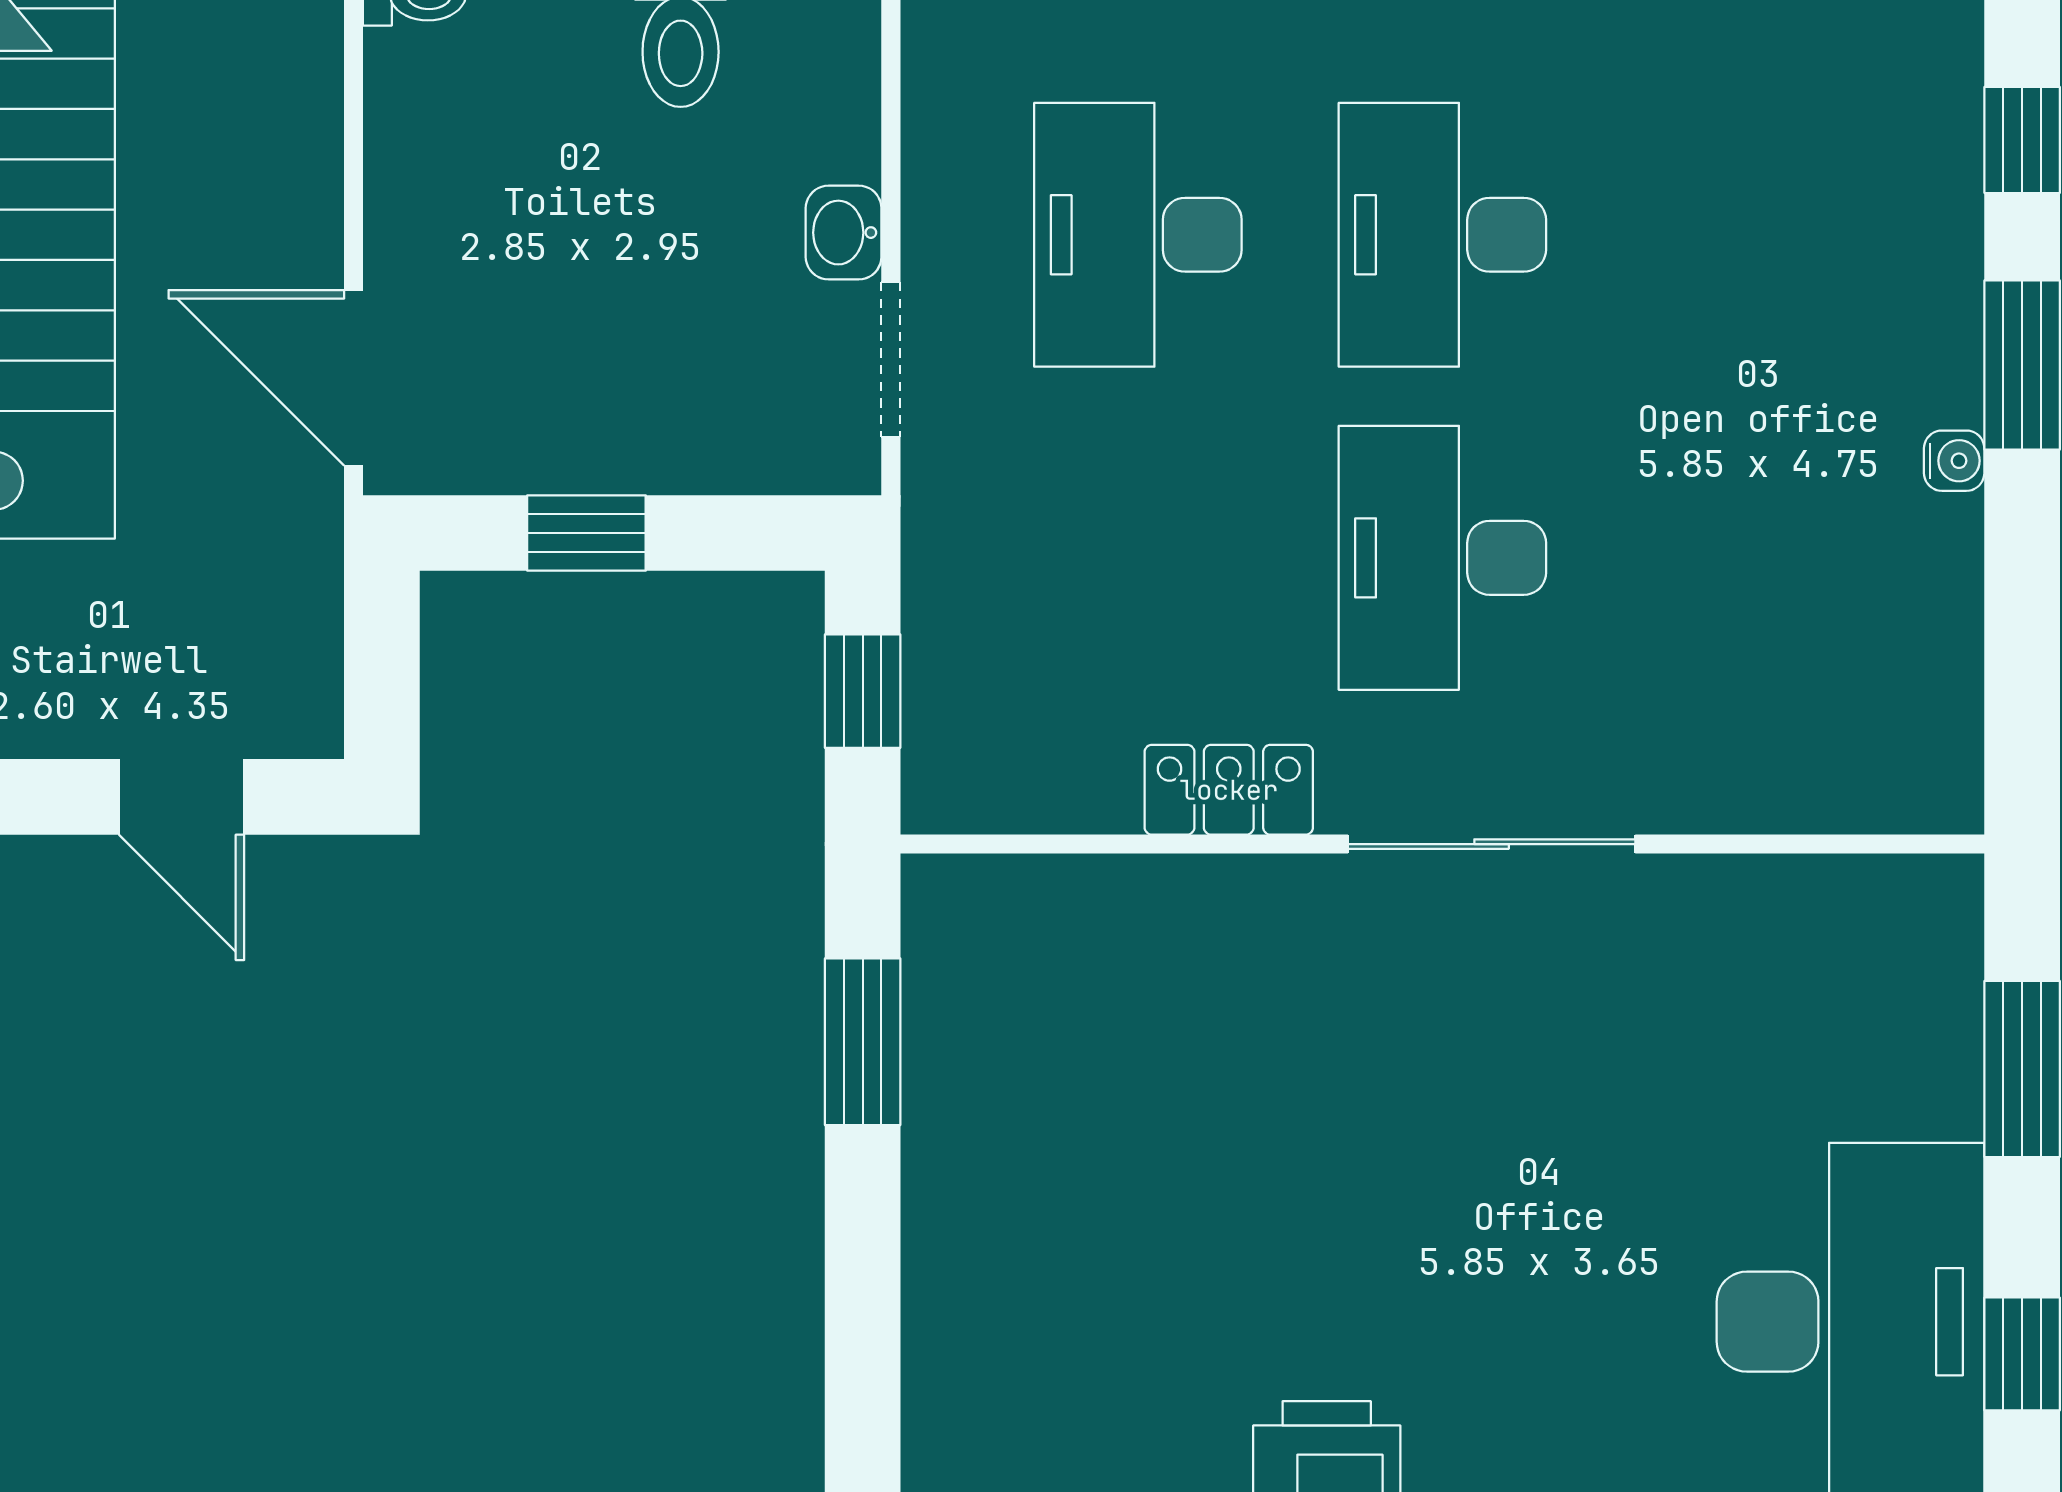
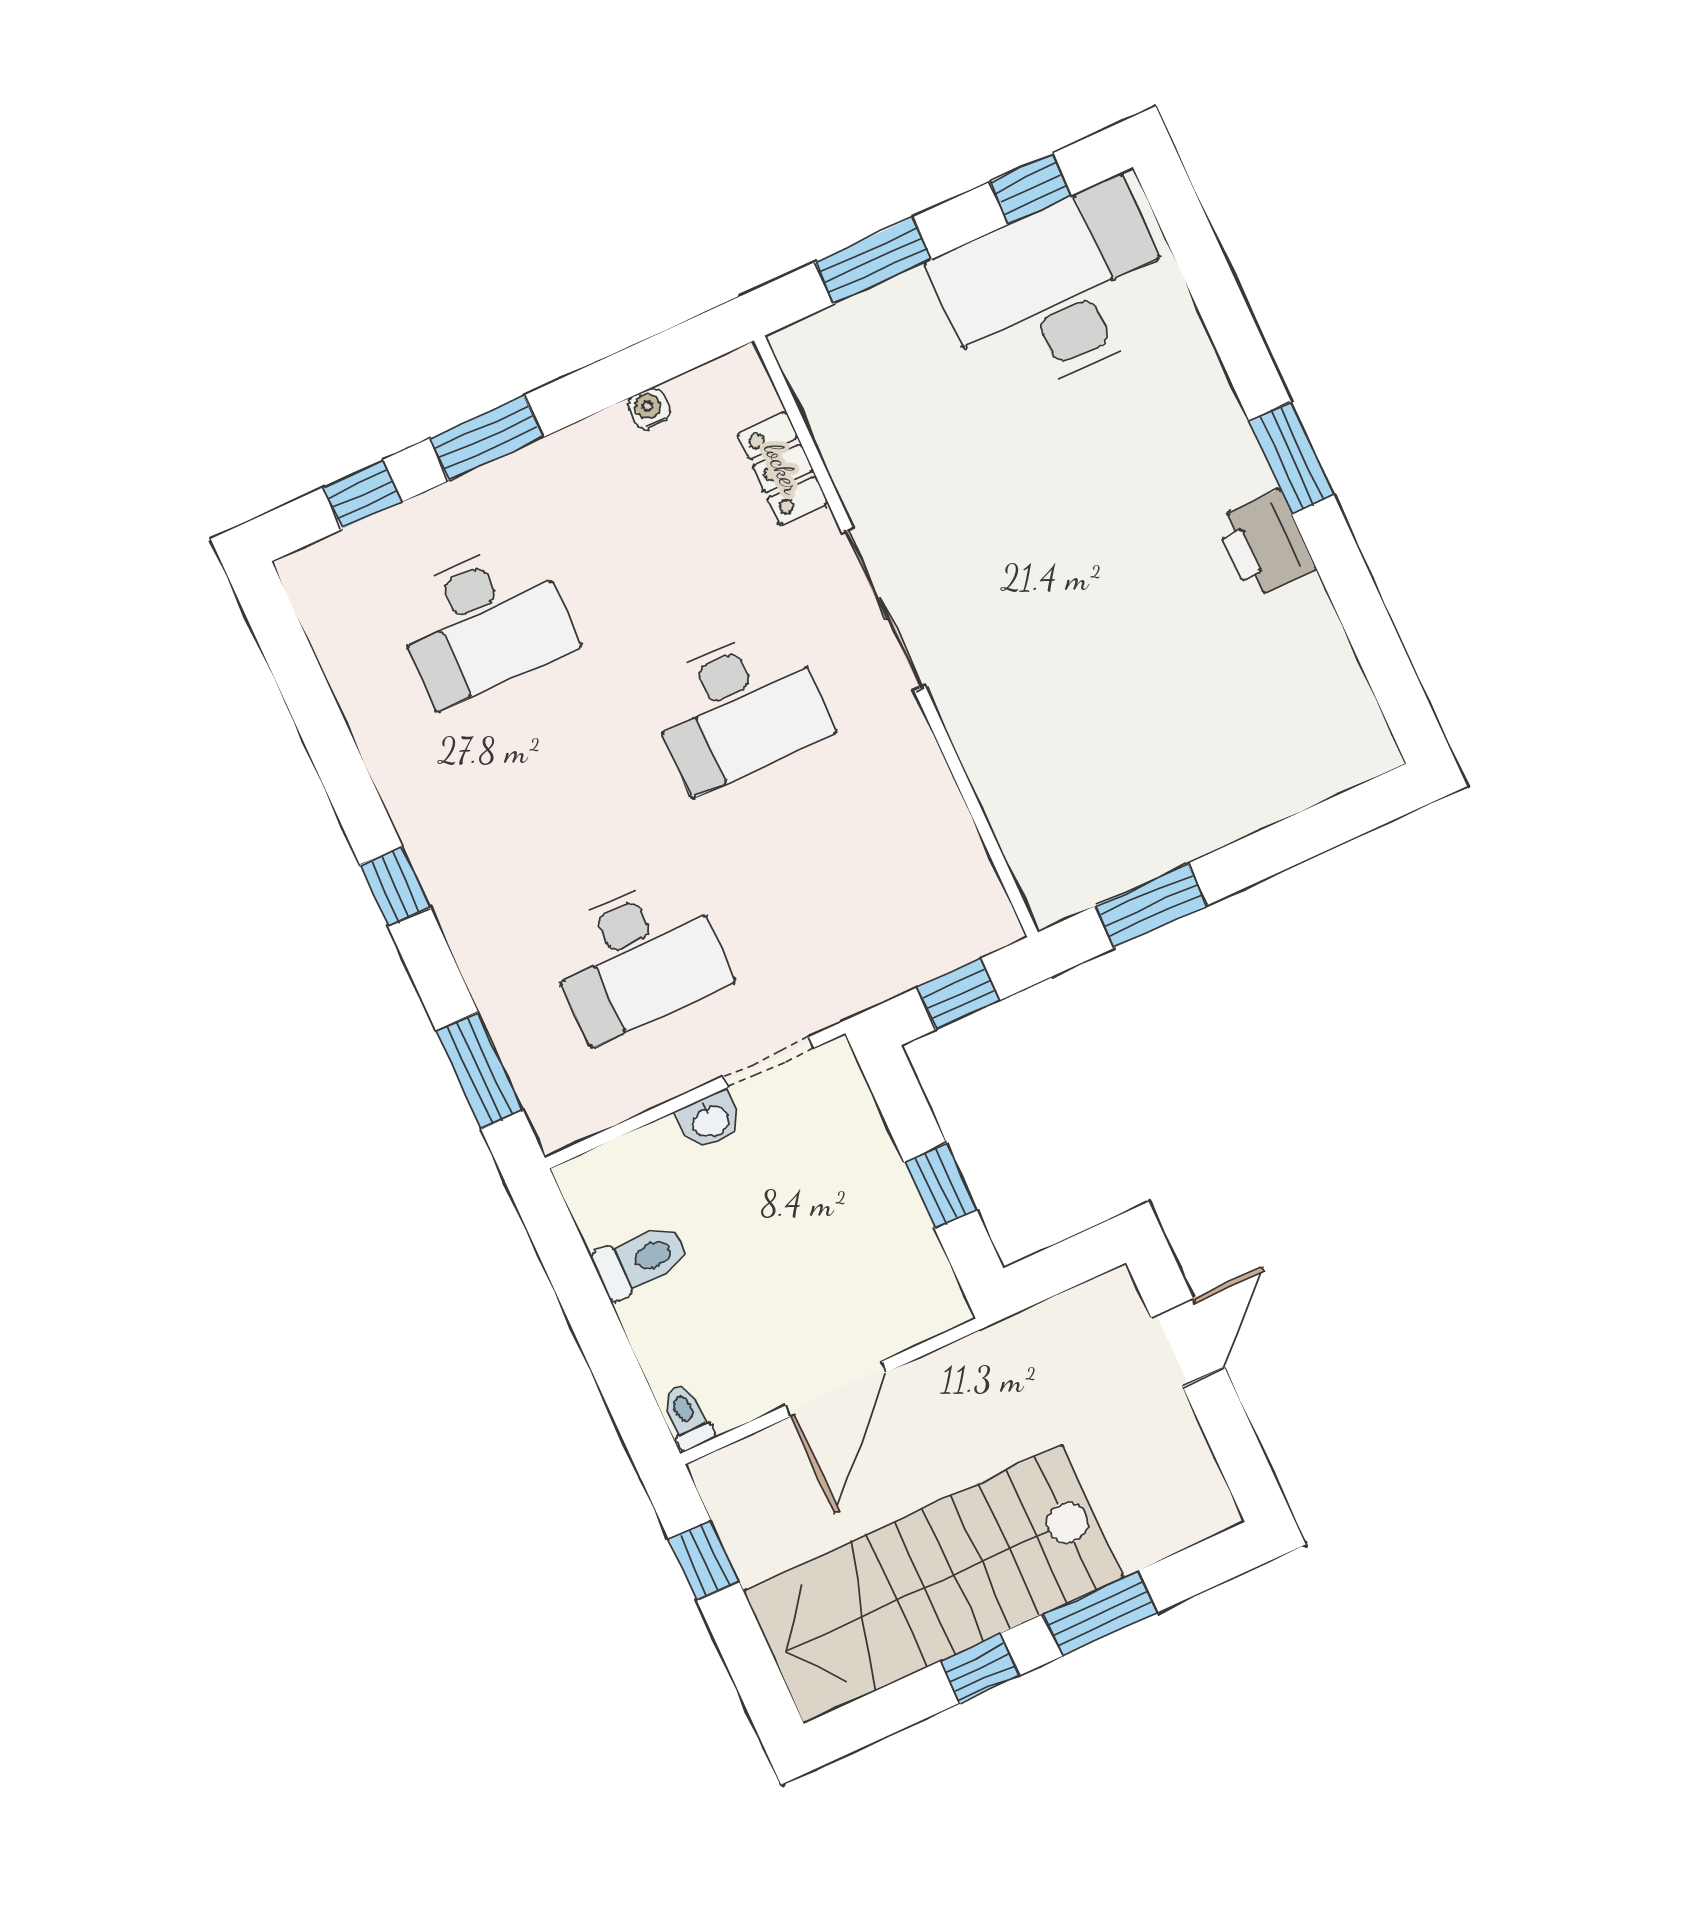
desk: (1442, 235) -> (484, 622), moved
door: (354, 378) -> (836, 1389), moved
water cooler: (1954, 461) -> (649, 409), moved
locker: (1229, 790) -> (783, 468), moved

